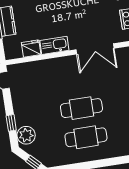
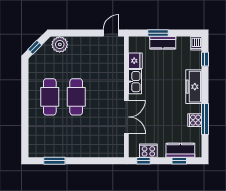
double door: (95, 49) -> (126, 117), swing flipped
window: (11, 123) -> (73, 33), removed

